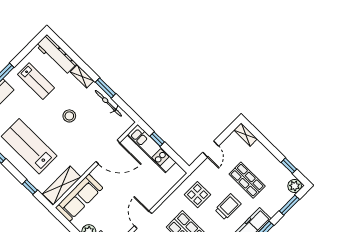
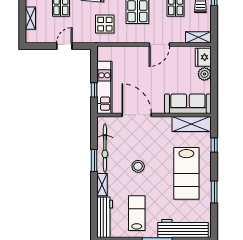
bicycle: (108, 103) -> (105, 148), width x1.37, depth x1.40
shelving: (246, 134) -> (30, 18), moved

